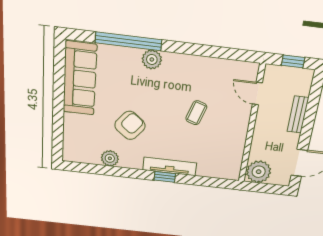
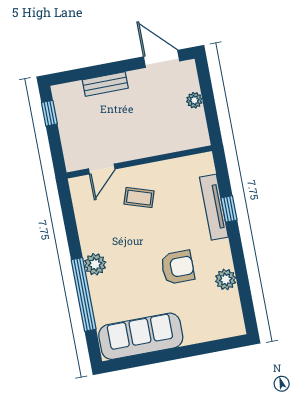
door: (257, 94) -> (102, 169), moved
armchair: (130, 125) -> (178, 267), turned 141
wall: (252, 125) -> (139, 162), moved
plant: (259, 172) -> (194, 100), width x0.53, depth x0.53

